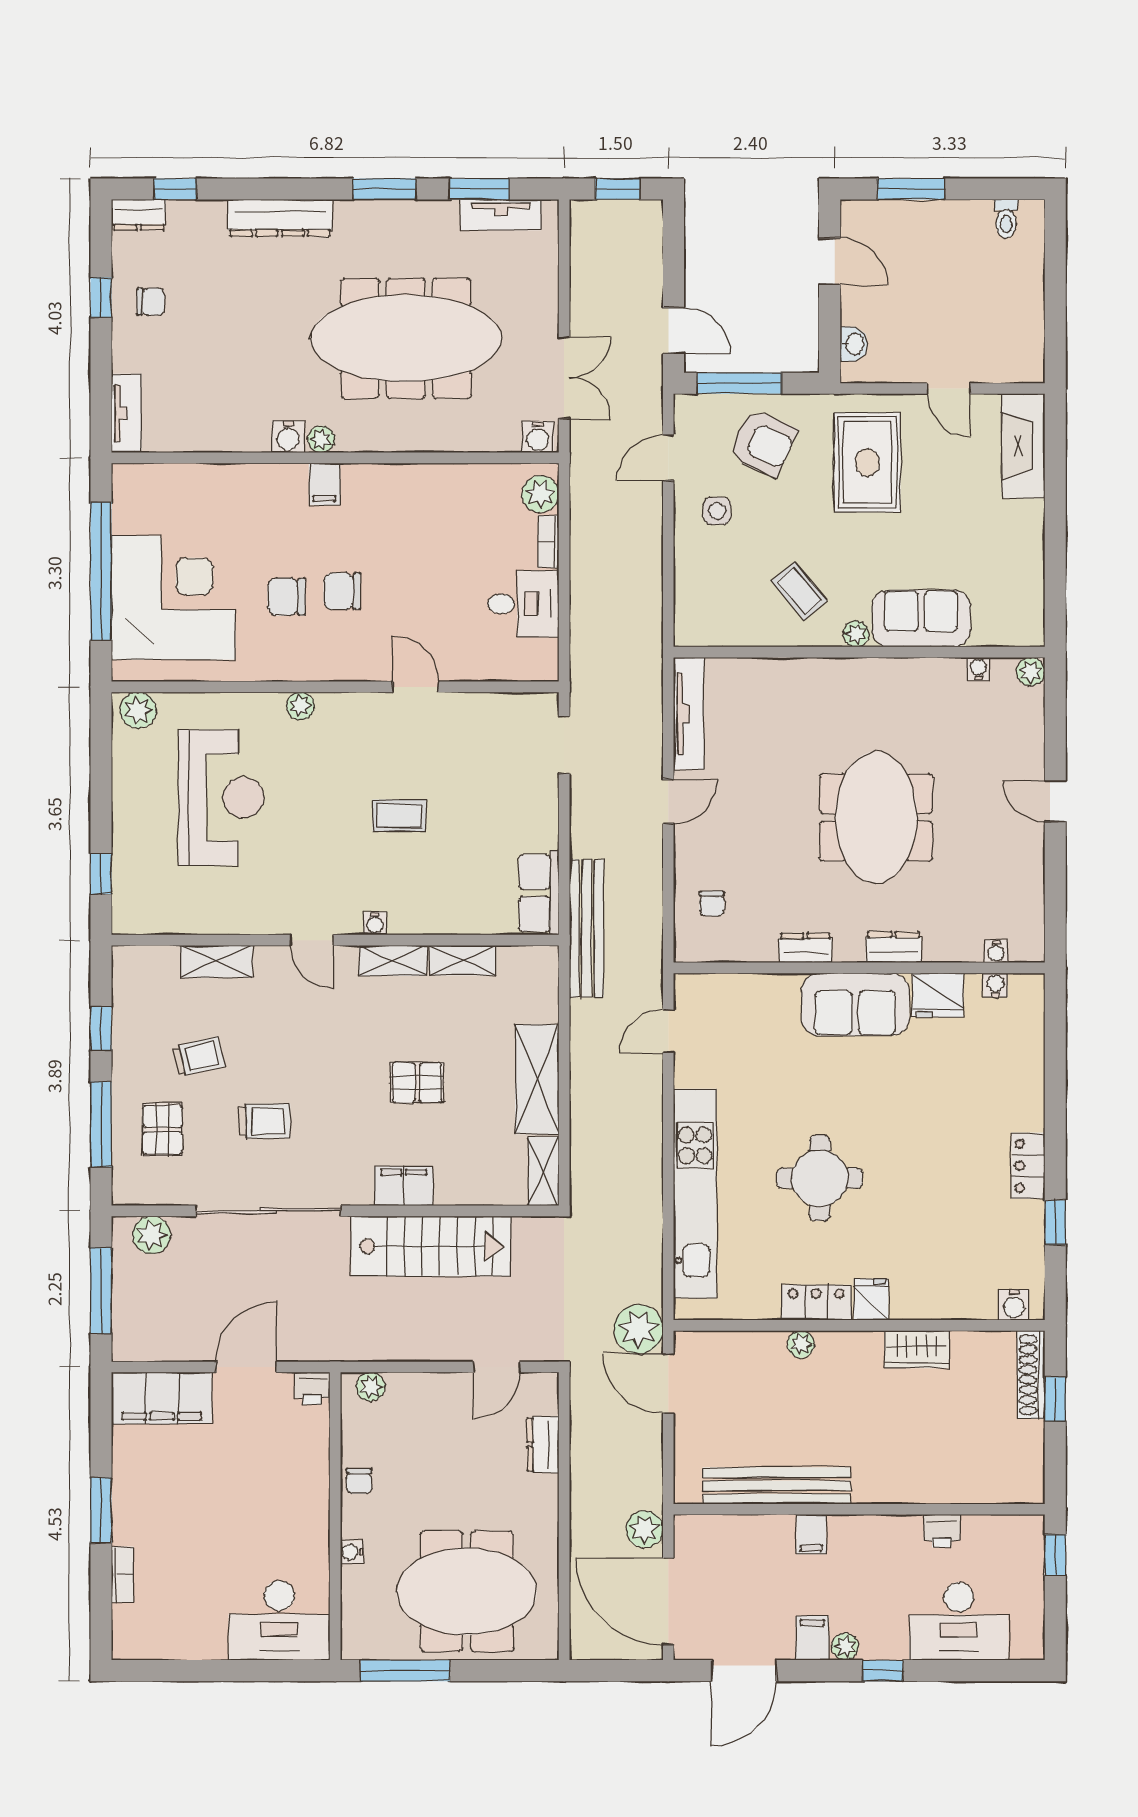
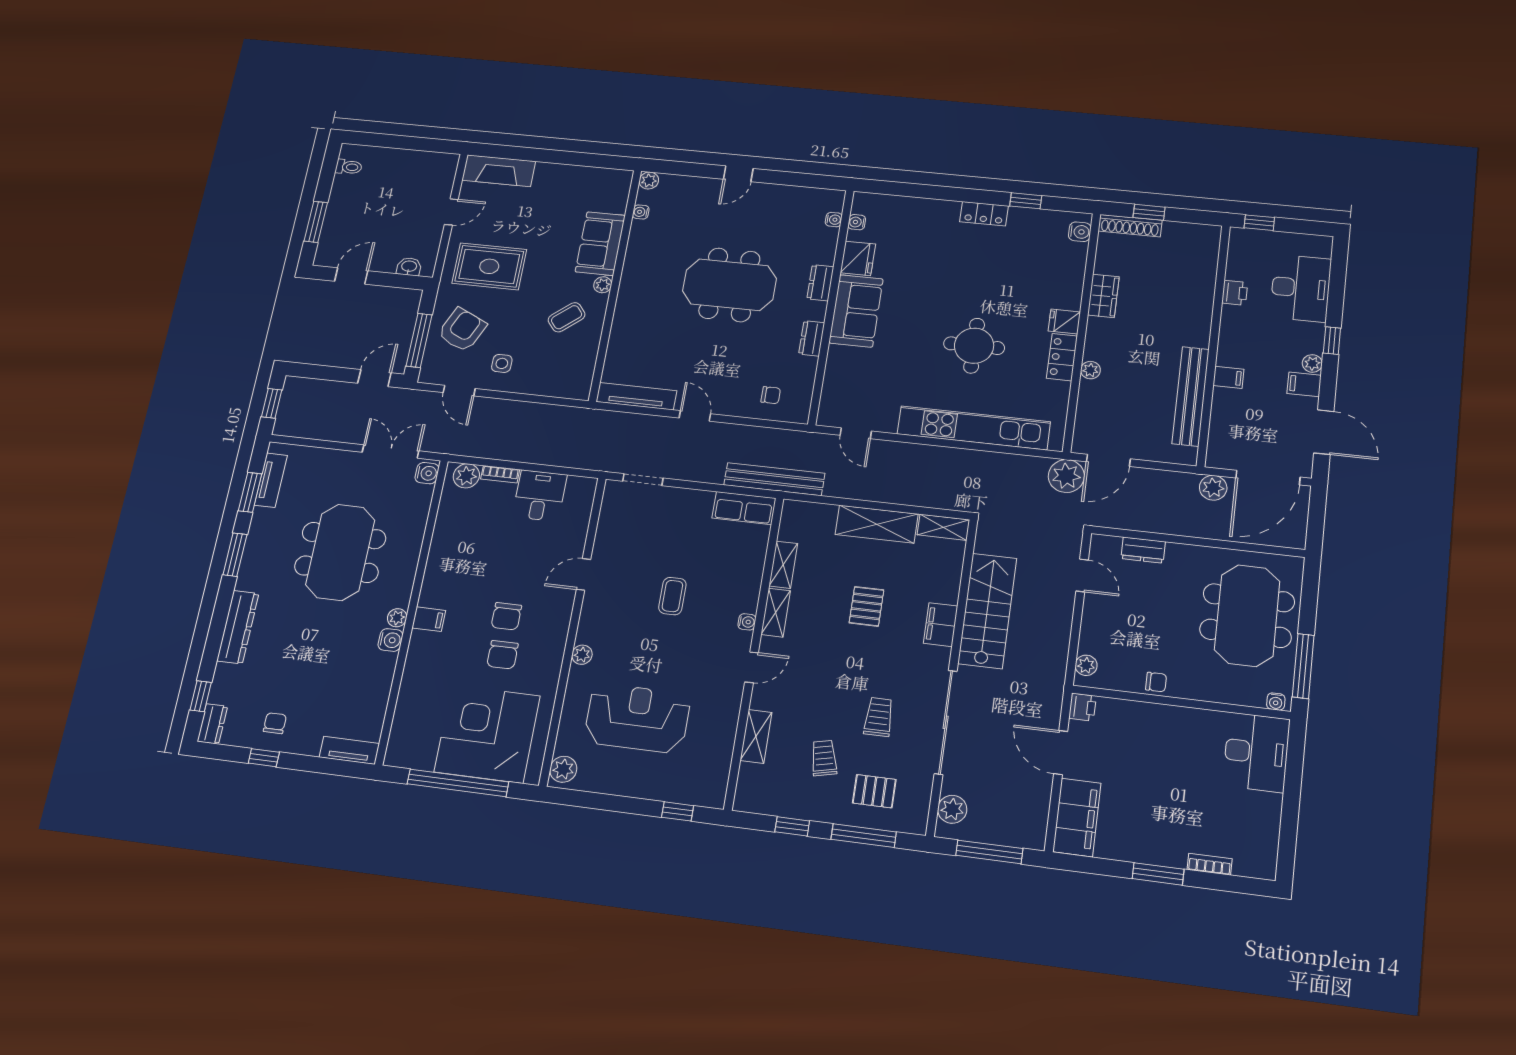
meeting table: (406, 338) -> (340, 552), width x0.73
water cooler: (352, 1552) -> (1276, 702), moved

